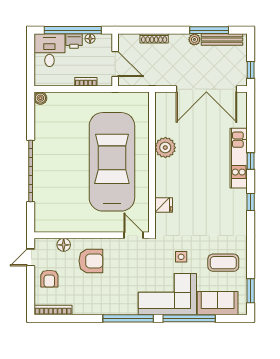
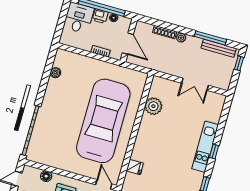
plant: (194, 39) -> (181, 38), moved
window: (251, 70) -> (239, 63), moved
double door: (206, 89) -> (195, 84), width x0.54
boiler: (40, 98) -> (55, 73), moved
plant: (165, 148) -> (153, 106), moved
garage door: (31, 171) -> (31, 131), moved

